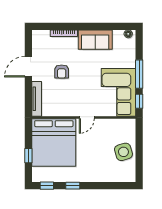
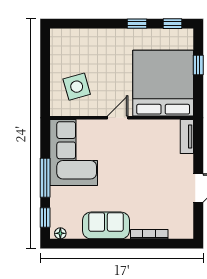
armchair: (62, 72) -> (152, 181), removed
tv unit: (37, 99) -> (187, 136), width x0.71
window: (139, 101) -> (45, 217), moved
side table: (123, 152) -> (77, 87), moved

